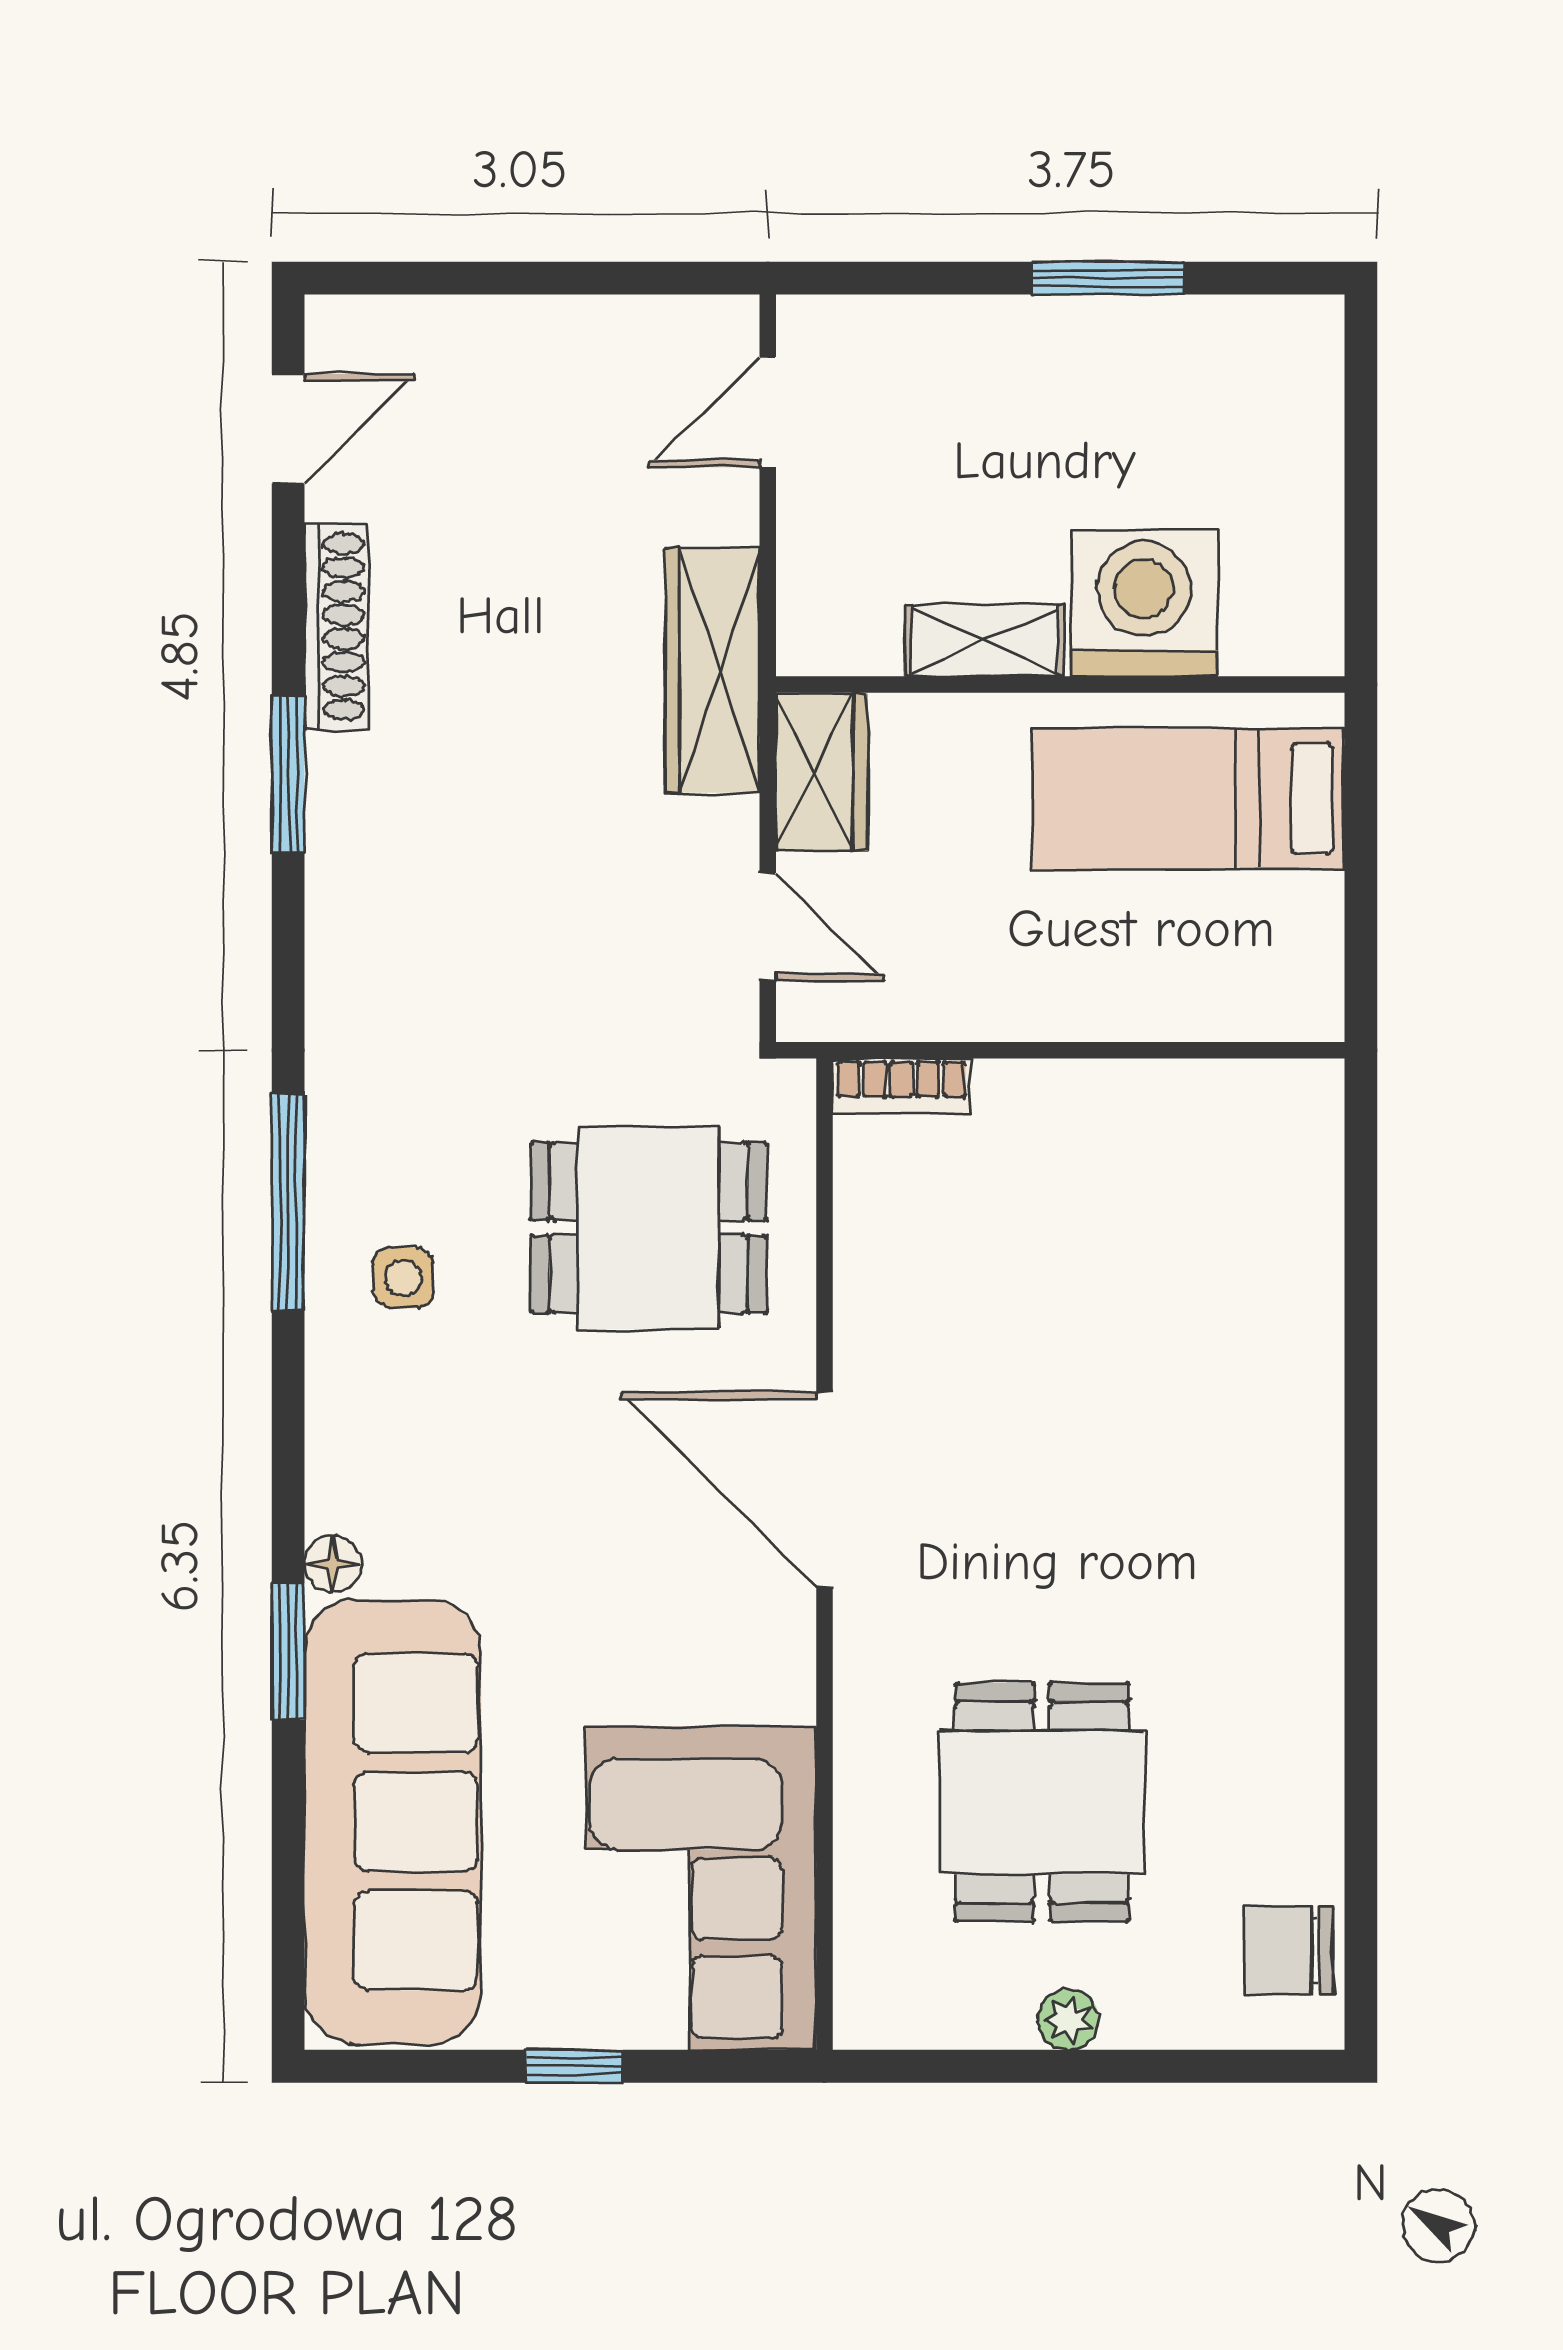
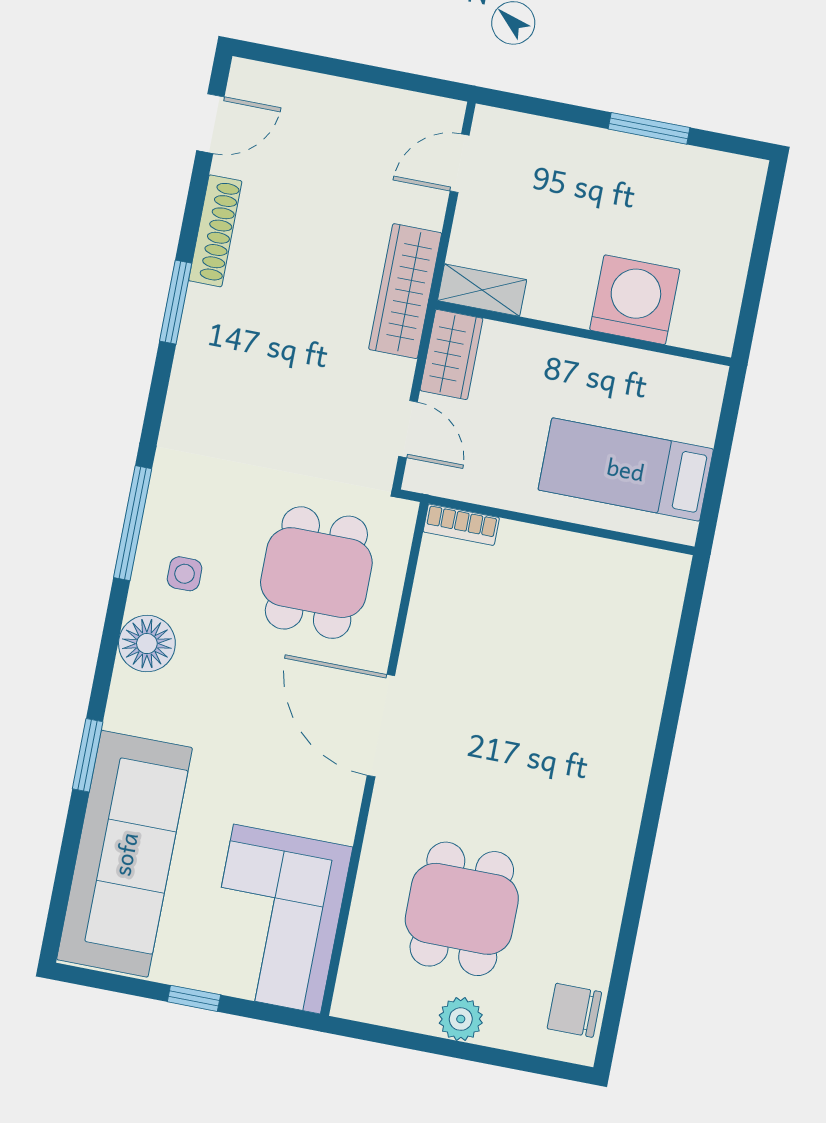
shelving: (984, 641) -> (482, 290), moved
bed: (1188, 799) -> (626, 469), moved
dining table: (649, 1228) -> (316, 573), turned 90
floor lamp: (333, 1564) -> (147, 644), moved, width x1.89, depth x1.89
plant: (1068, 2020) -> (461, 1019), width x1.38, depth x1.38

